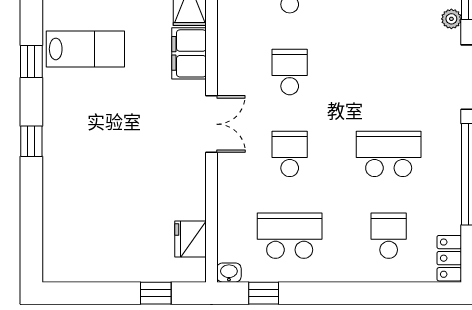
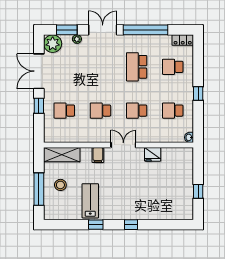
filing cabinet: (189, 53) -> (98, 155), width x0.50
school desk: (290, 236) -> (173, 111), width x0.54
fridge: (191, 239) -> (153, 154), moved
window: (156, 293) -> (198, 191), moved
window: (264, 293) -> (198, 93), moved

